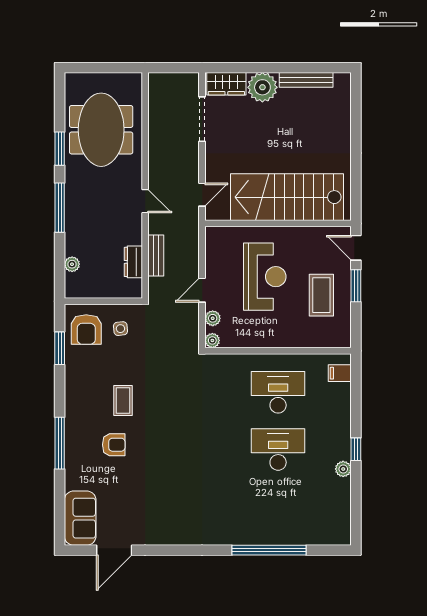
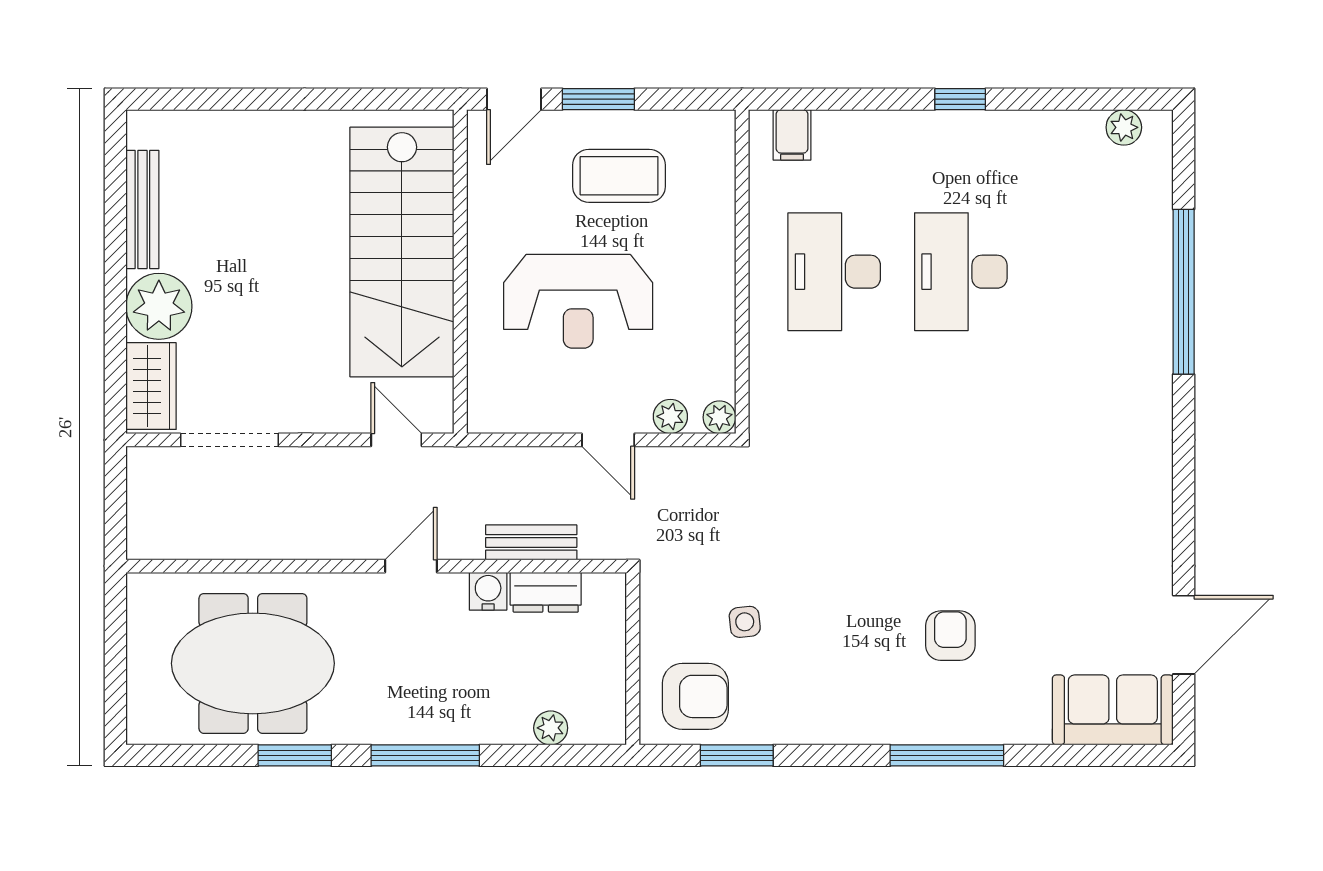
water cooler: (134, 236) -> (488, 591), added
reception desk: (265, 277) -> (578, 301), turned 180
side table: (120, 329) -> (745, 622), moved
coffee table: (123, 400) -> (852, 615), removed
plant: (343, 469) -> (1124, 127), moved
door: (114, 550) -> (1184, 635), hinge flipped

